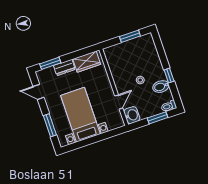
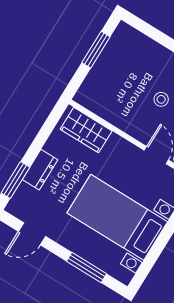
wardrobe: (87, 62) -> (86, 130), moved, turned 90

